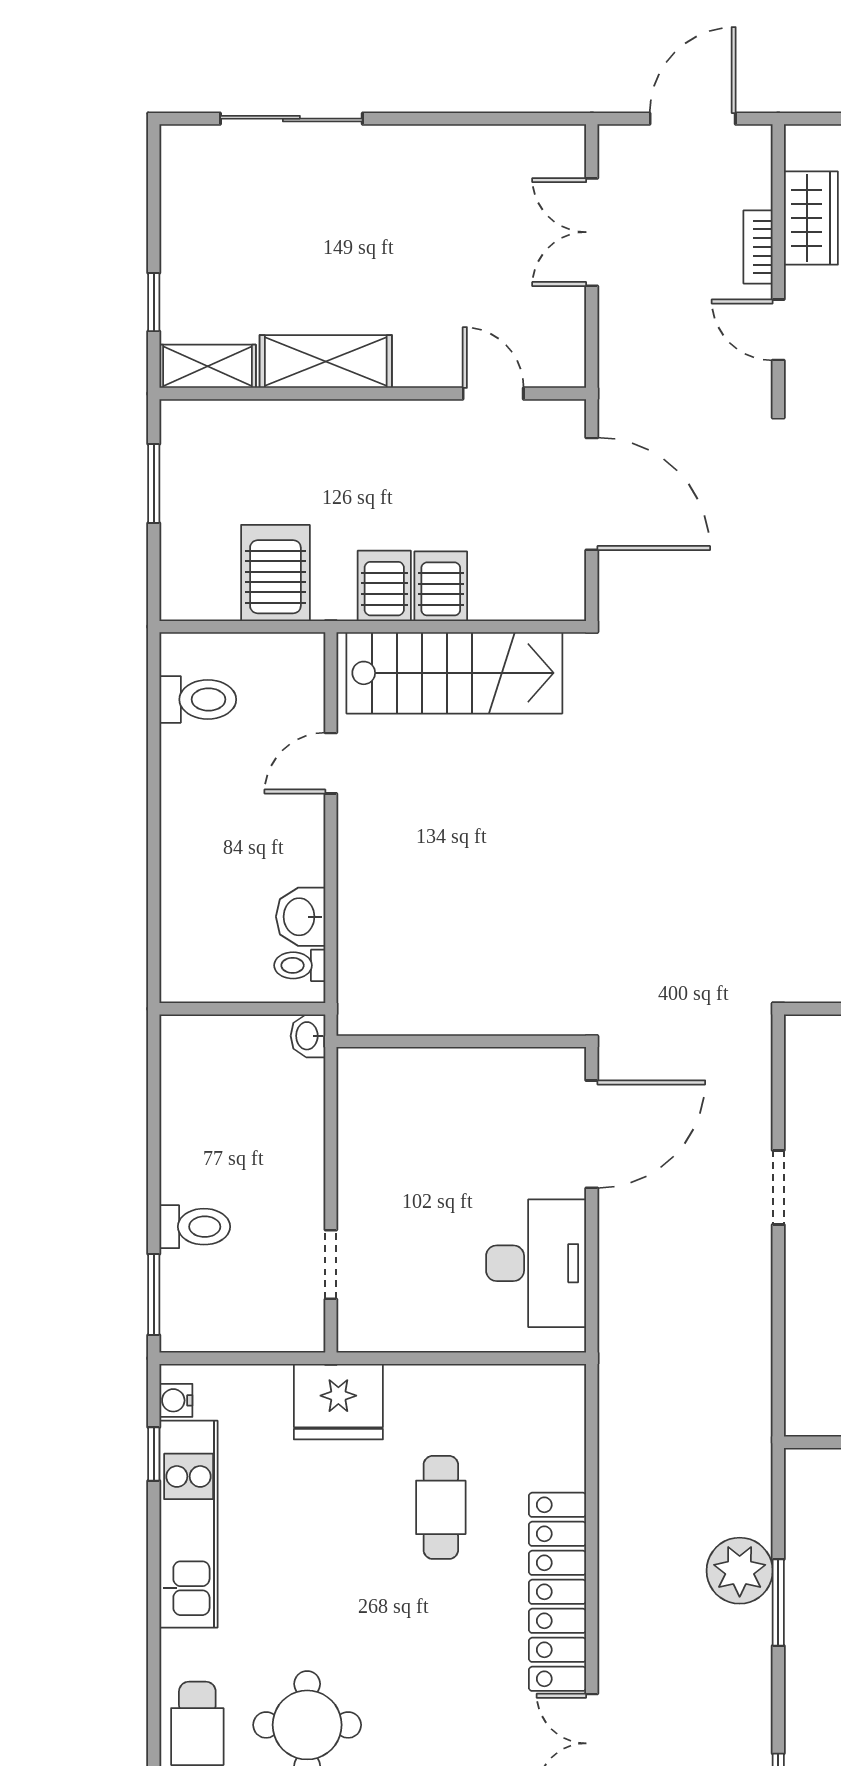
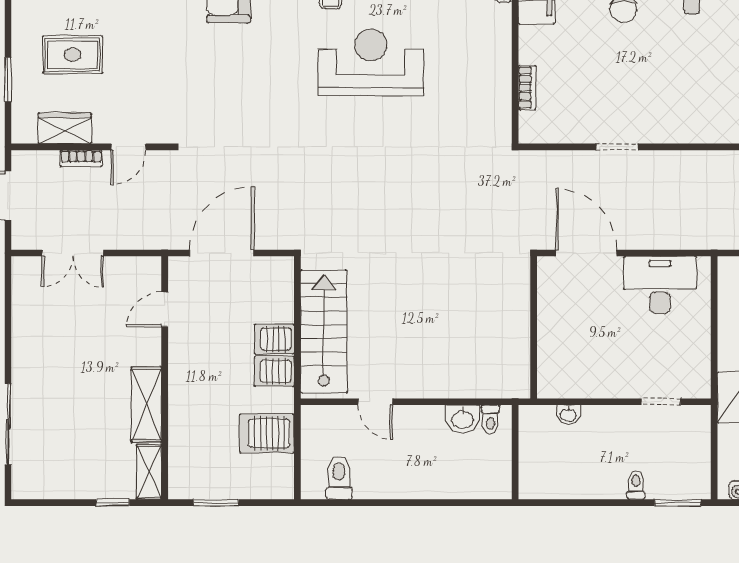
washbasin: (308, 1036) -> (568, 415), moved
toilet: (195, 1227) -> (636, 485), width x0.73, depth x0.72

